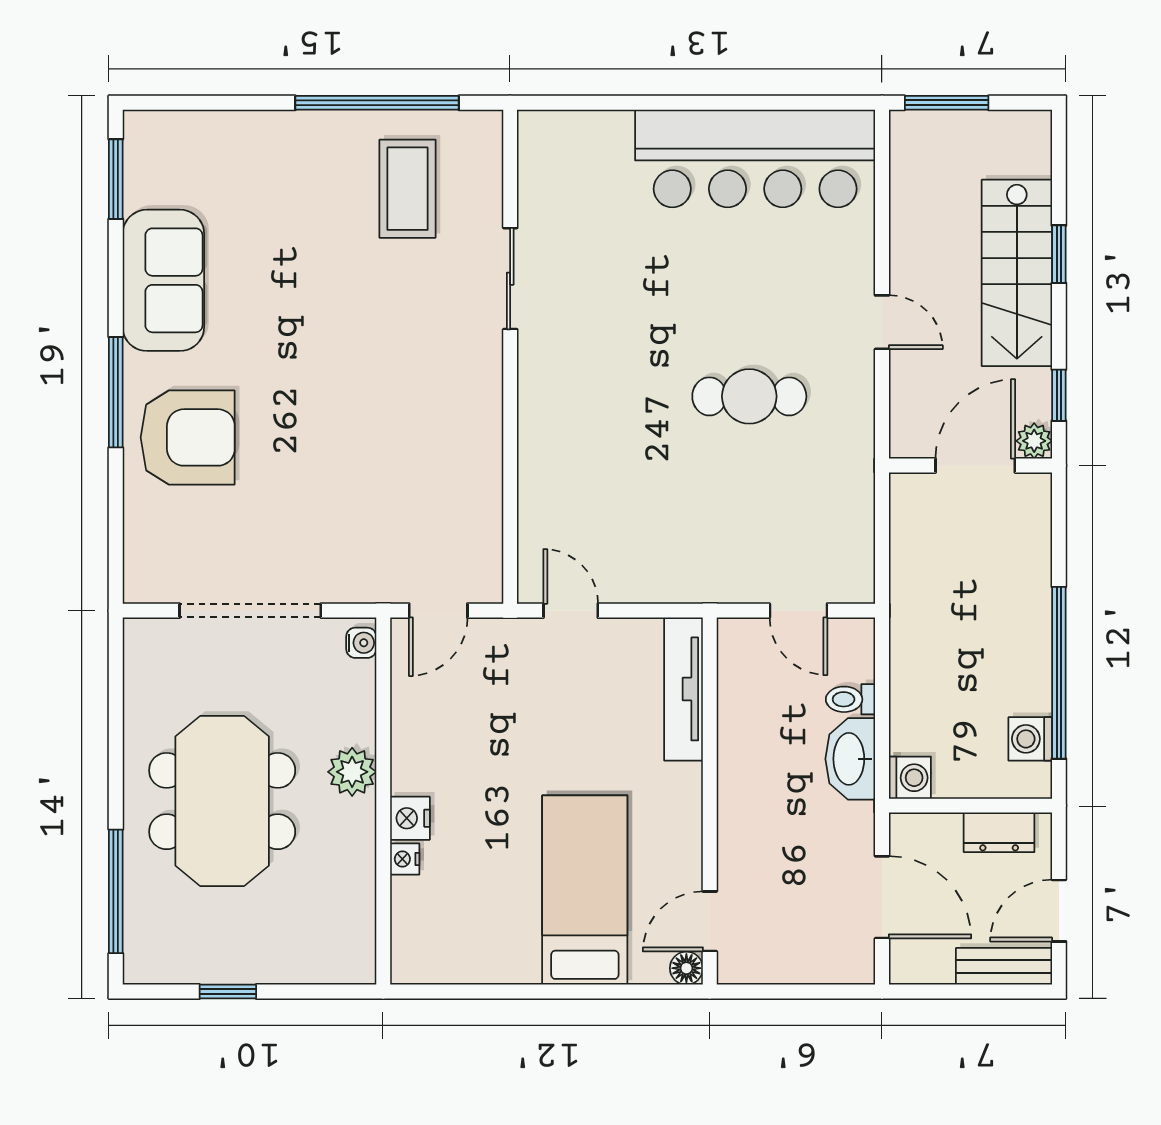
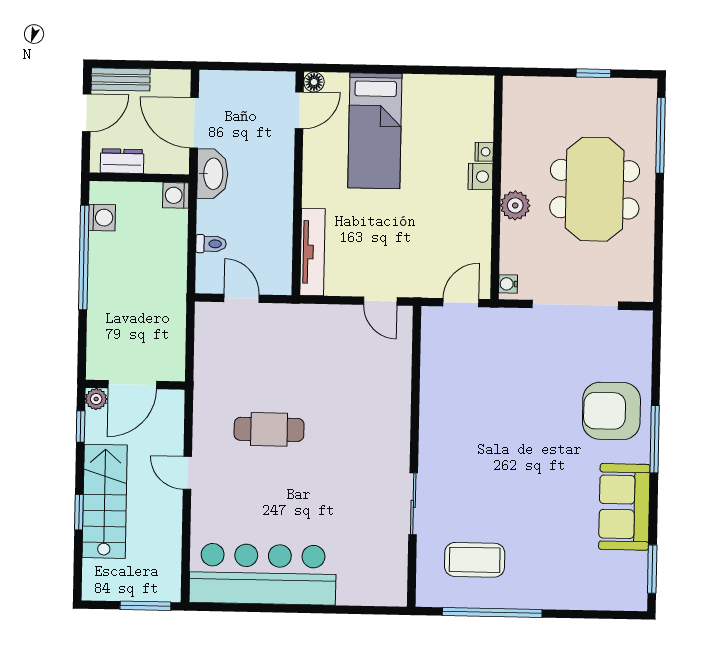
coffee table: (408, 189) -> (475, 560), turned 90
washbasin: (850, 759) -> (212, 174), moved

